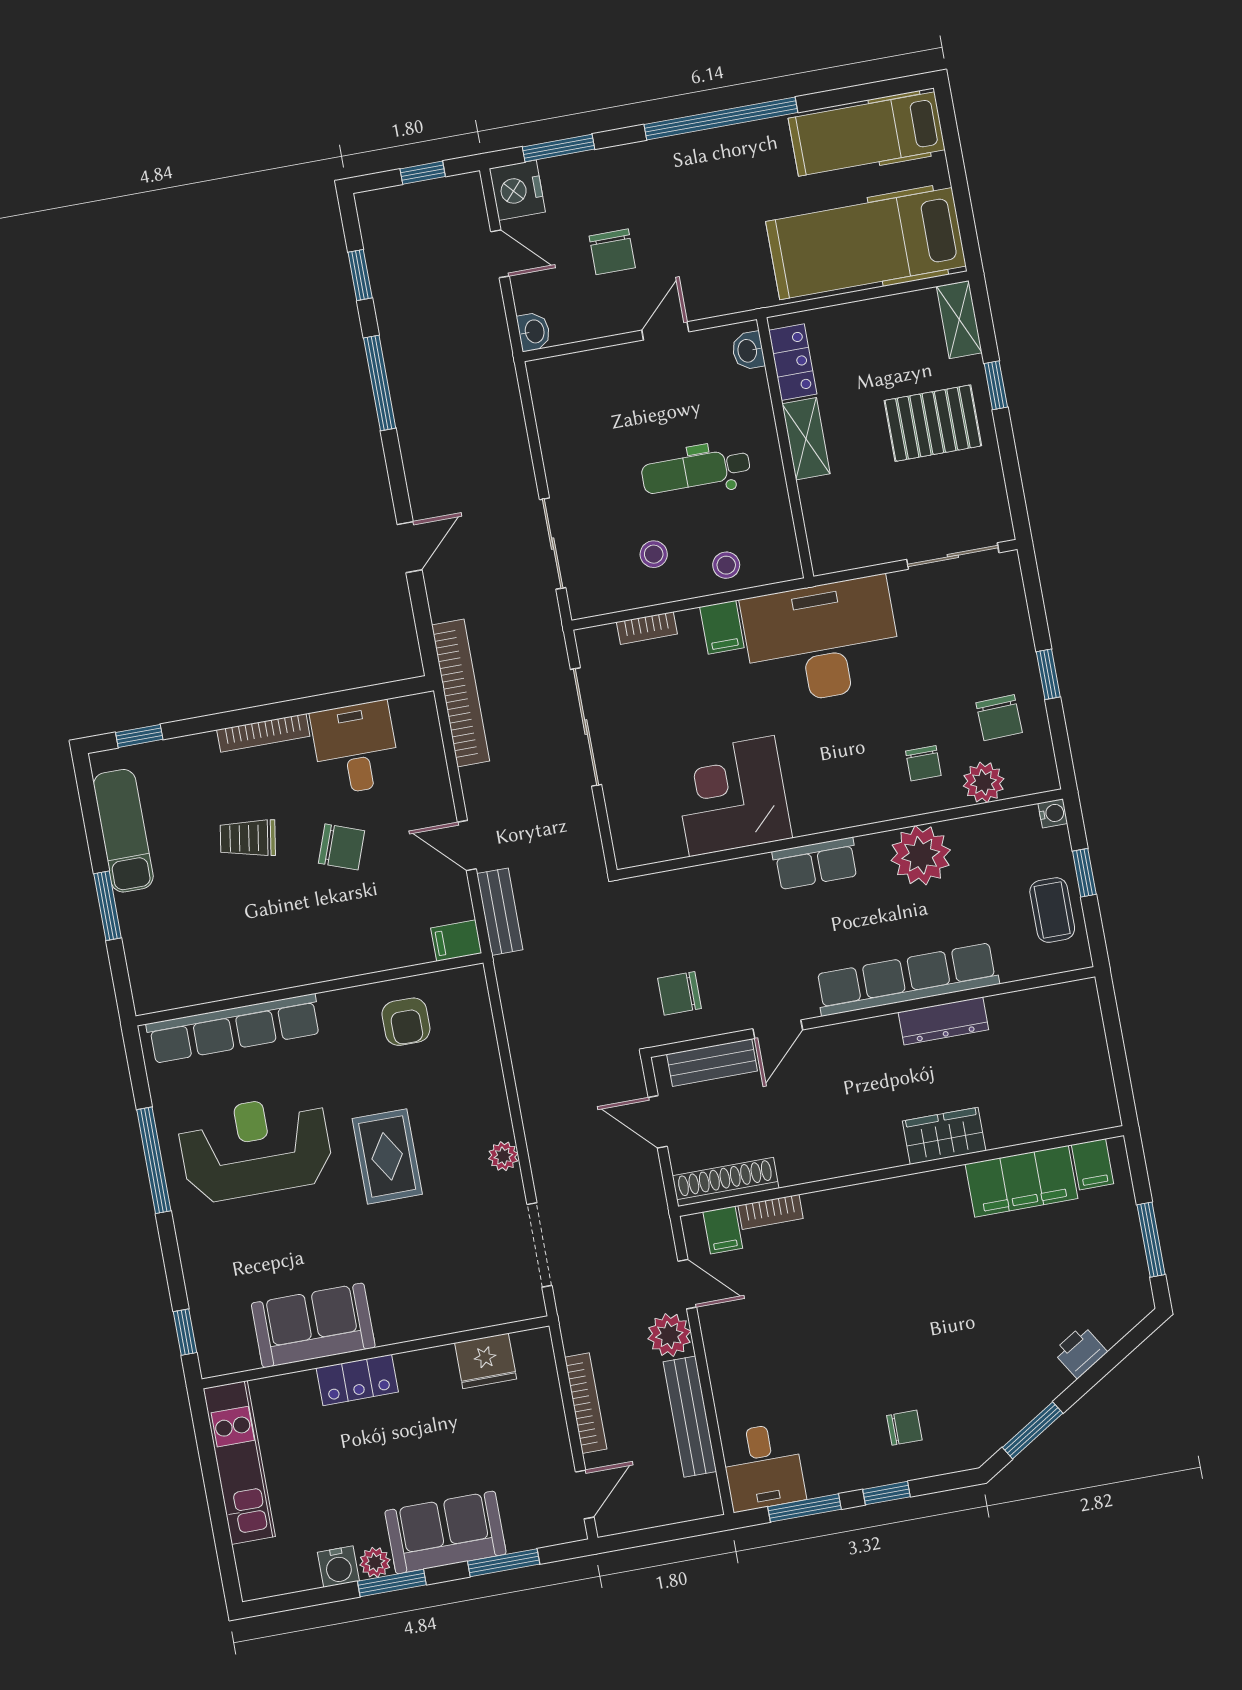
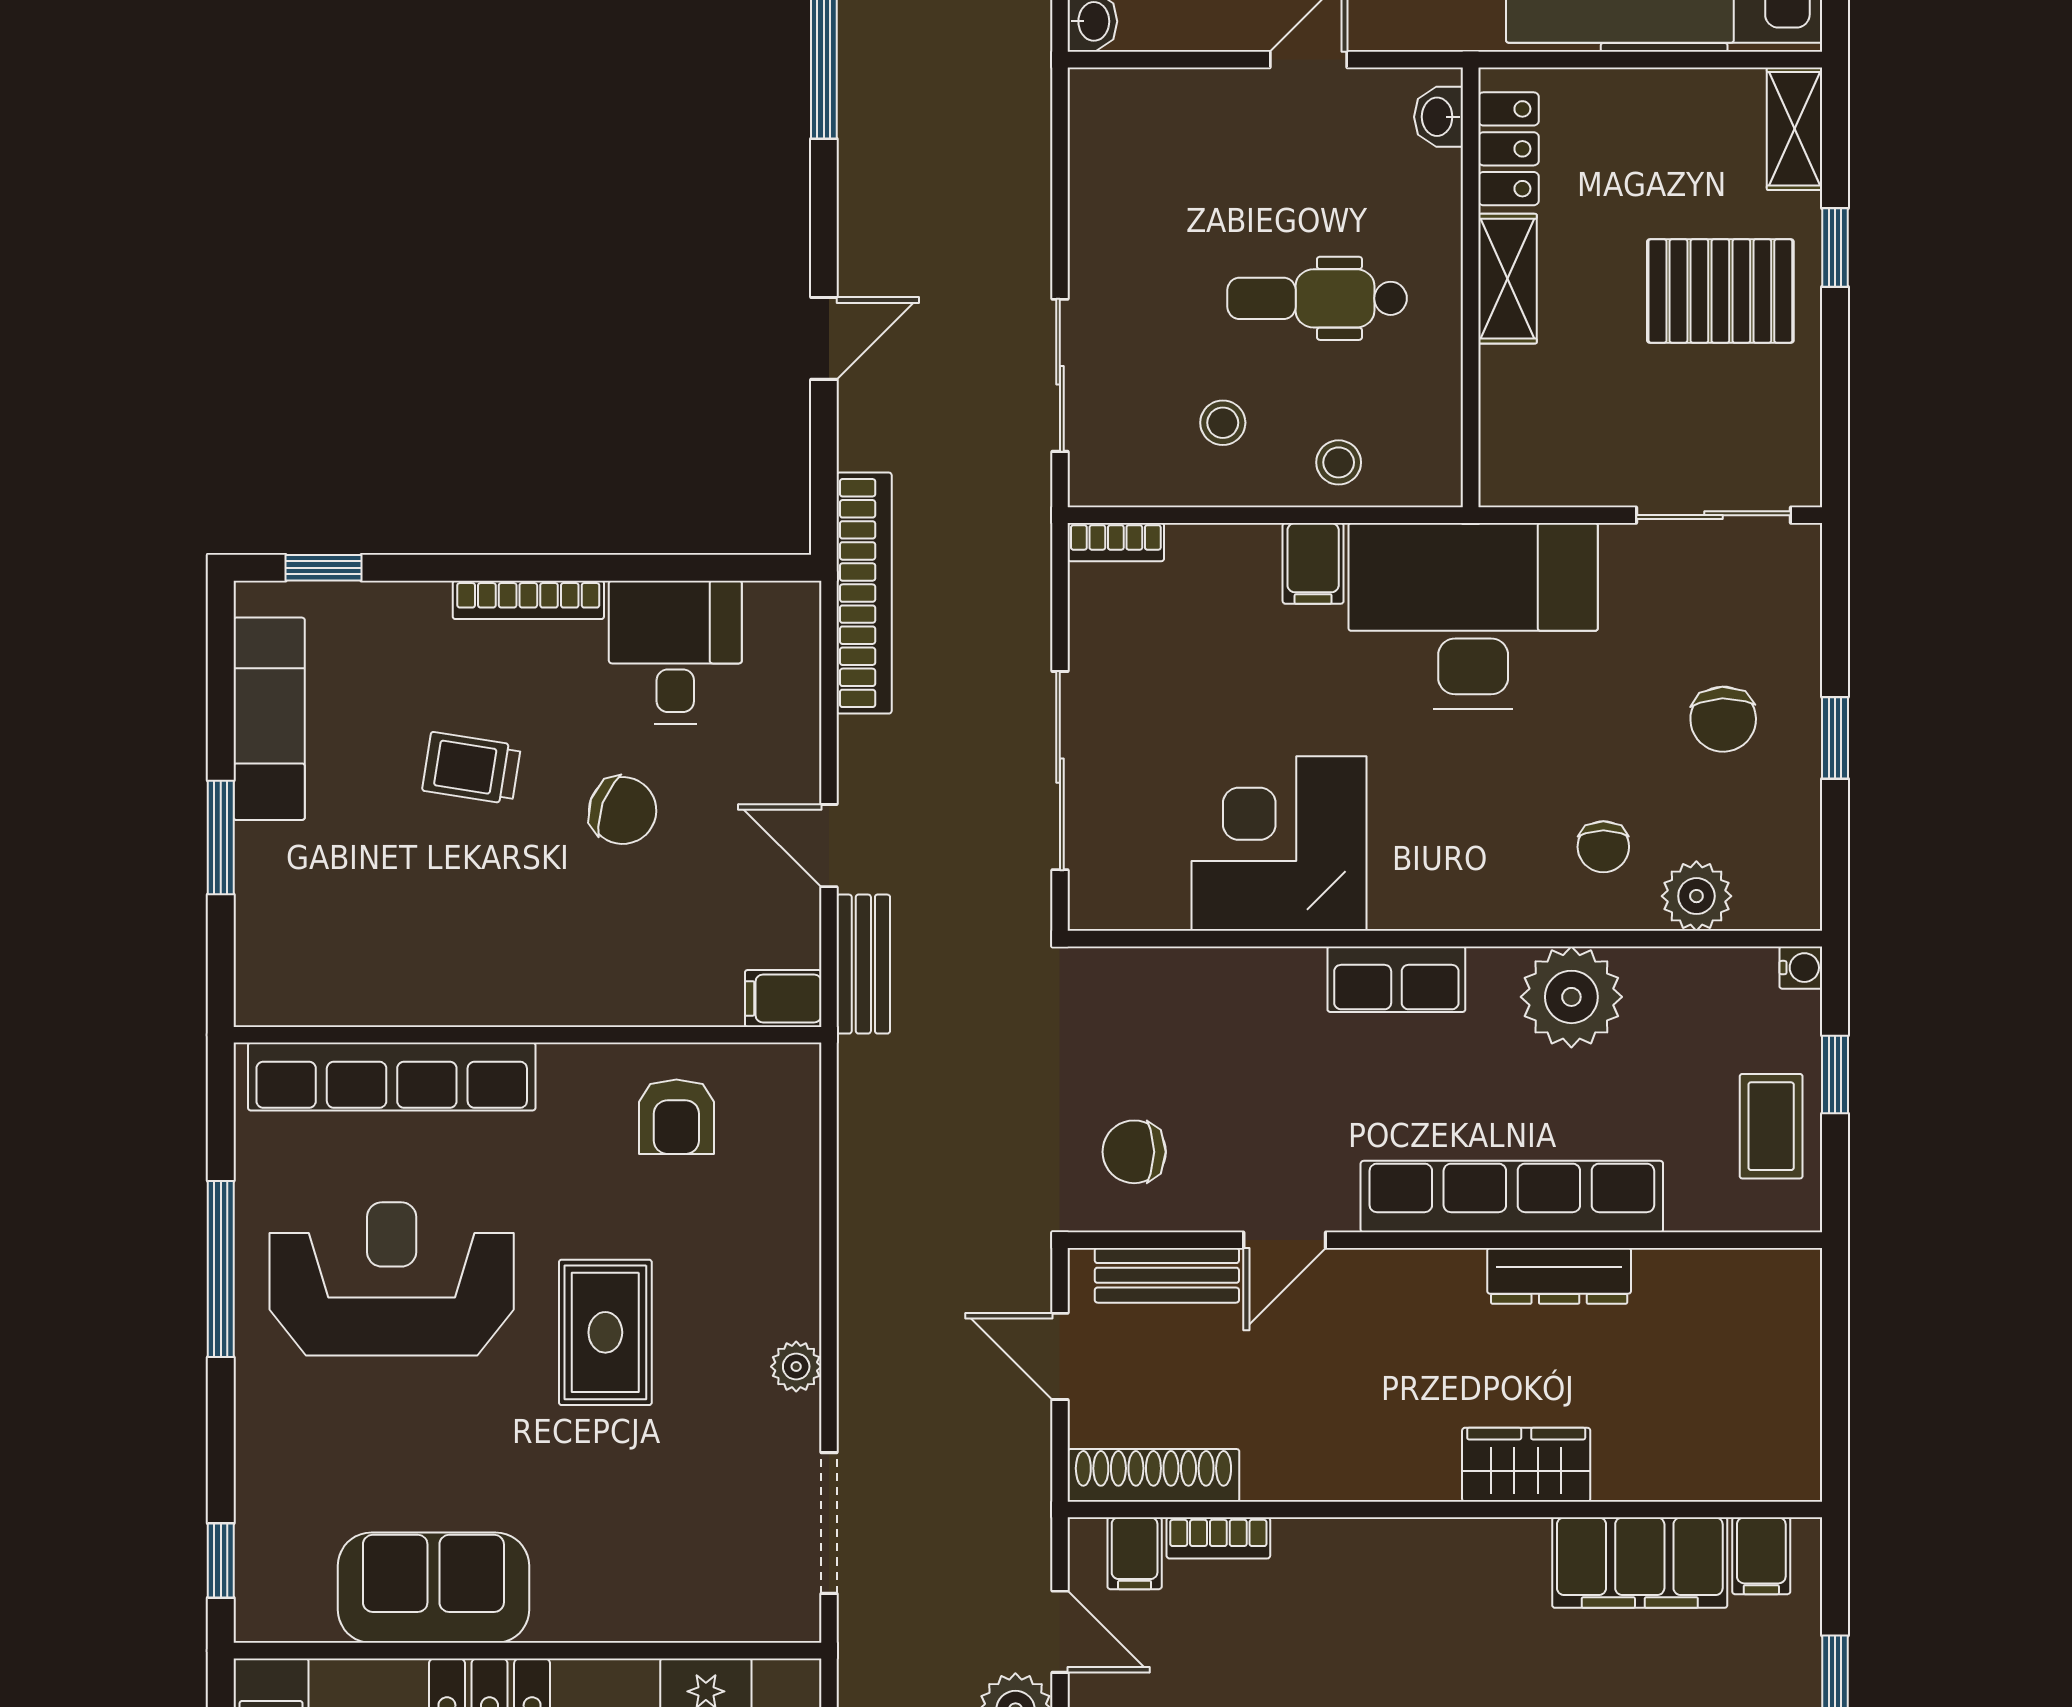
bookcase: (647, 628) -> (1116, 542), moved
chair: (999, 718) -> (1723, 719), moved
sliding door: (586, 727) -> (1060, 771), moved

